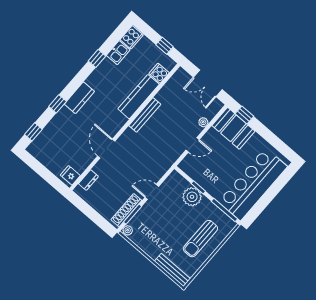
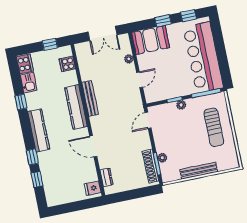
kitchen counter: (139, 97) -> (76, 107), moved
kitchen counter: (79, 98) -> (39, 130), width x1.50
window: (244, 115) -> (163, 21), moved
window: (33, 132) -> (37, 179), moved
window: (279, 145) -> (188, 16), added
door: (152, 192) -> (148, 120), moved
plant: (192, 197) -> (181, 105), width x0.53, depth x0.53
plant: (128, 230) -> (162, 158), moved
bench: (172, 270) -> (199, 171), moved

